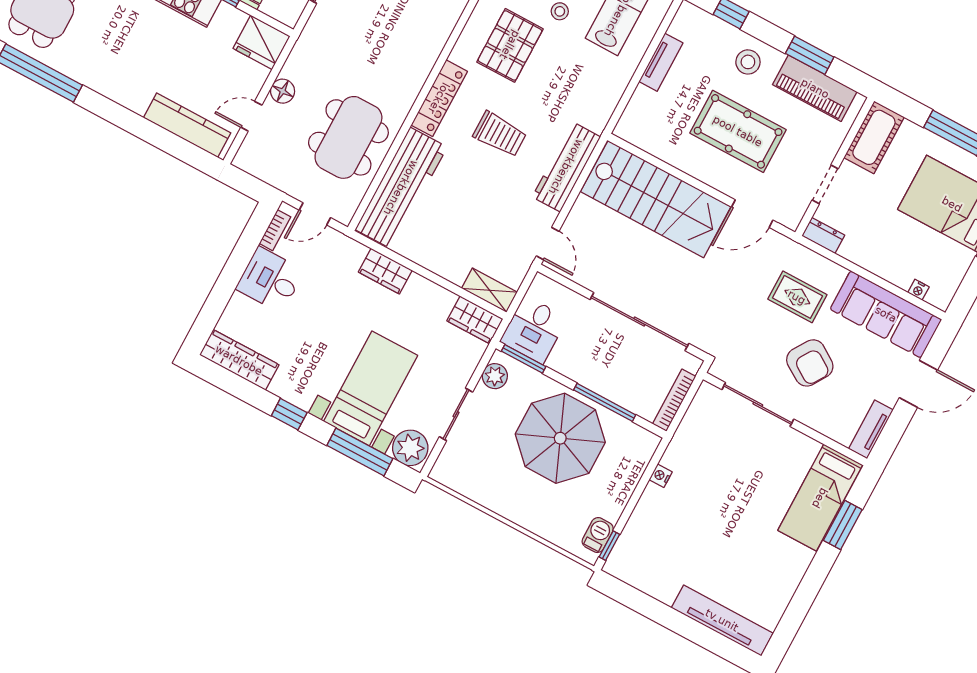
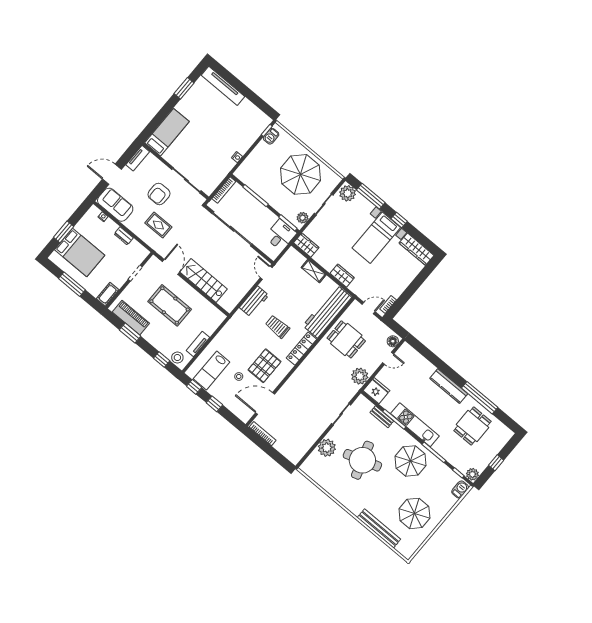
stool: (748, 62) -> (177, 358), moved
plant: (303, 66) -> (360, 376), added
floor lamp: (283, 91) -> (393, 341), moved
kitchen counter: (187, 125) -> (449, 386), moved
dining table: (348, 137) -> (346, 339), width x0.73
cot: (874, 137) -> (108, 294), width x0.73, depth x0.75
workbench: (566, 167) -> (254, 301), width x0.73
stairs: (656, 199) -> (204, 280), width x0.73, depth x0.66
door: (752, 214) -> (171, 267), hinge flipped
dresser: (823, 236) -> (124, 236), moved
desk: (270, 280) -> (395, 283), removed
shelving: (489, 290) -> (314, 271), moved
sofa: (886, 314) -> (115, 205), width x0.73
armchair: (810, 363) -> (159, 194), turned -123
bed with nightstands: (371, 388) -> (376, 238), moved
parasol: (560, 438) -> (300, 174), moved
window: (843, 525) -> (184, 88), moved

